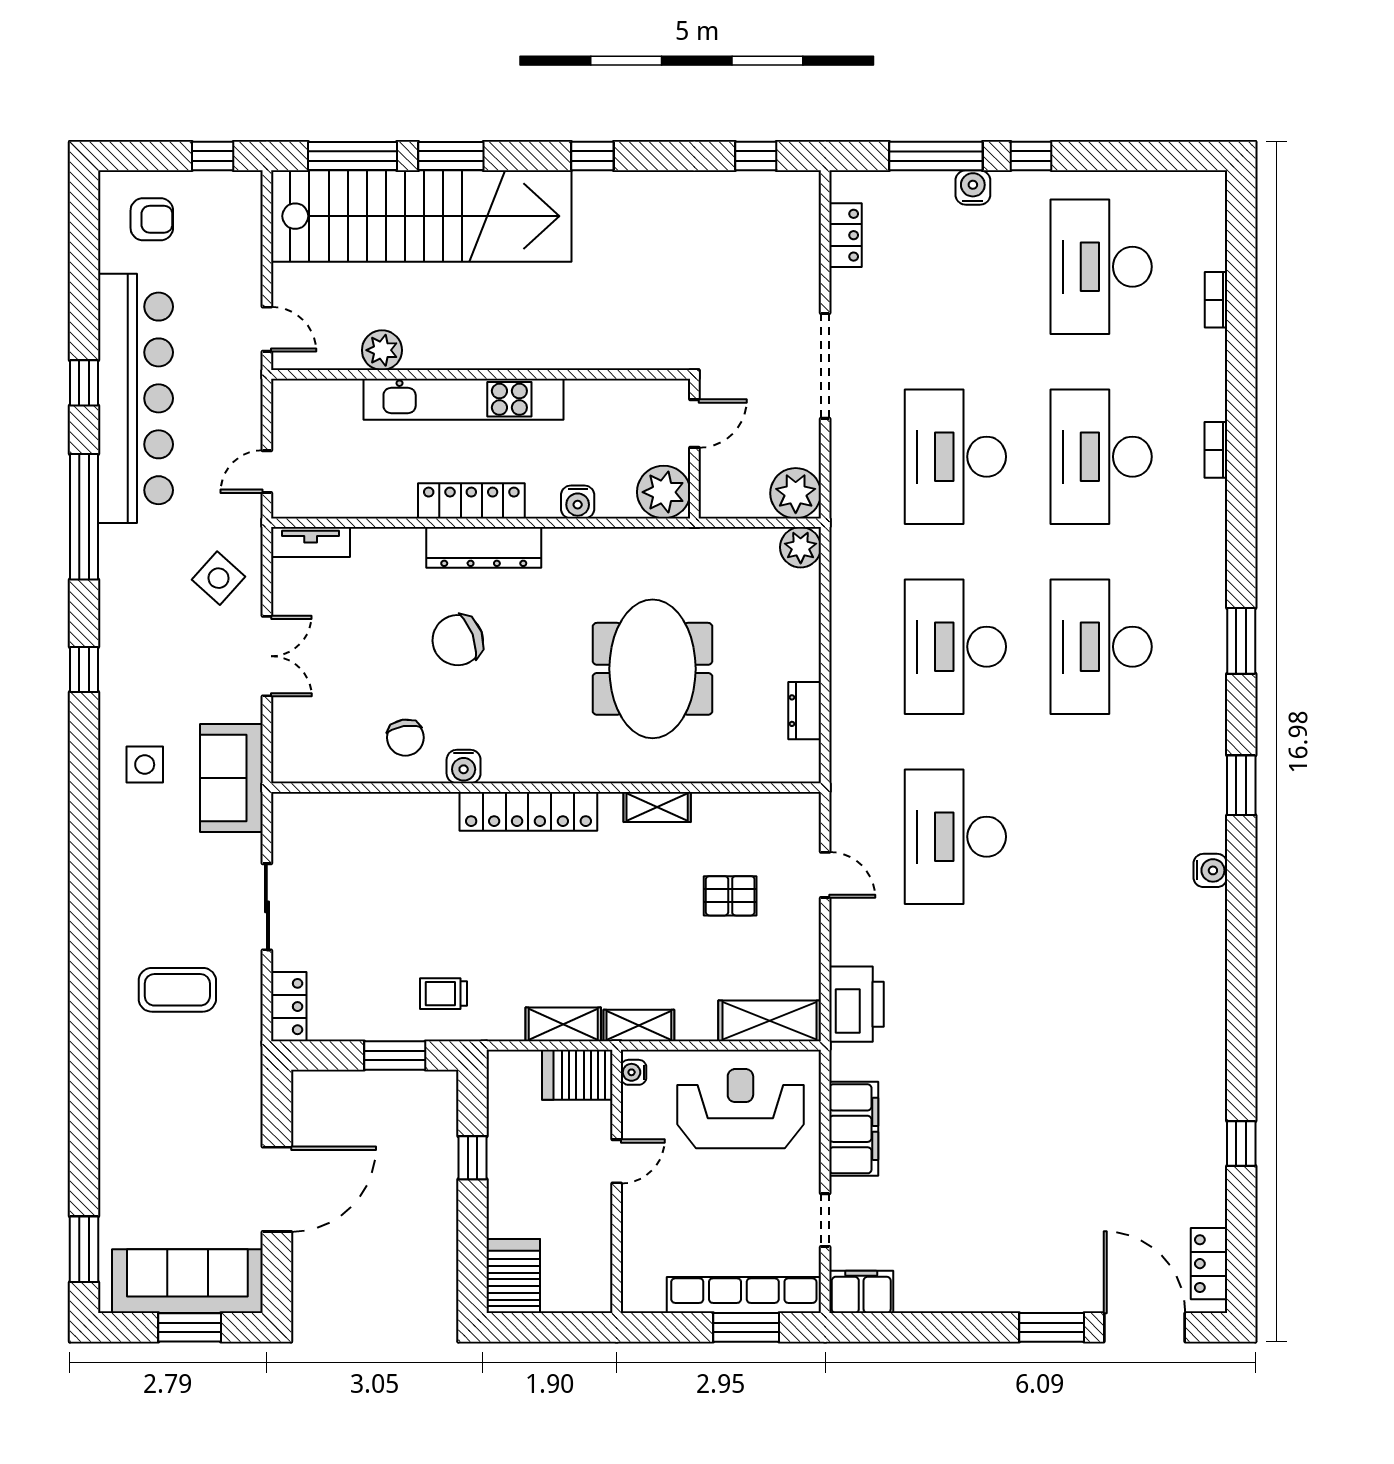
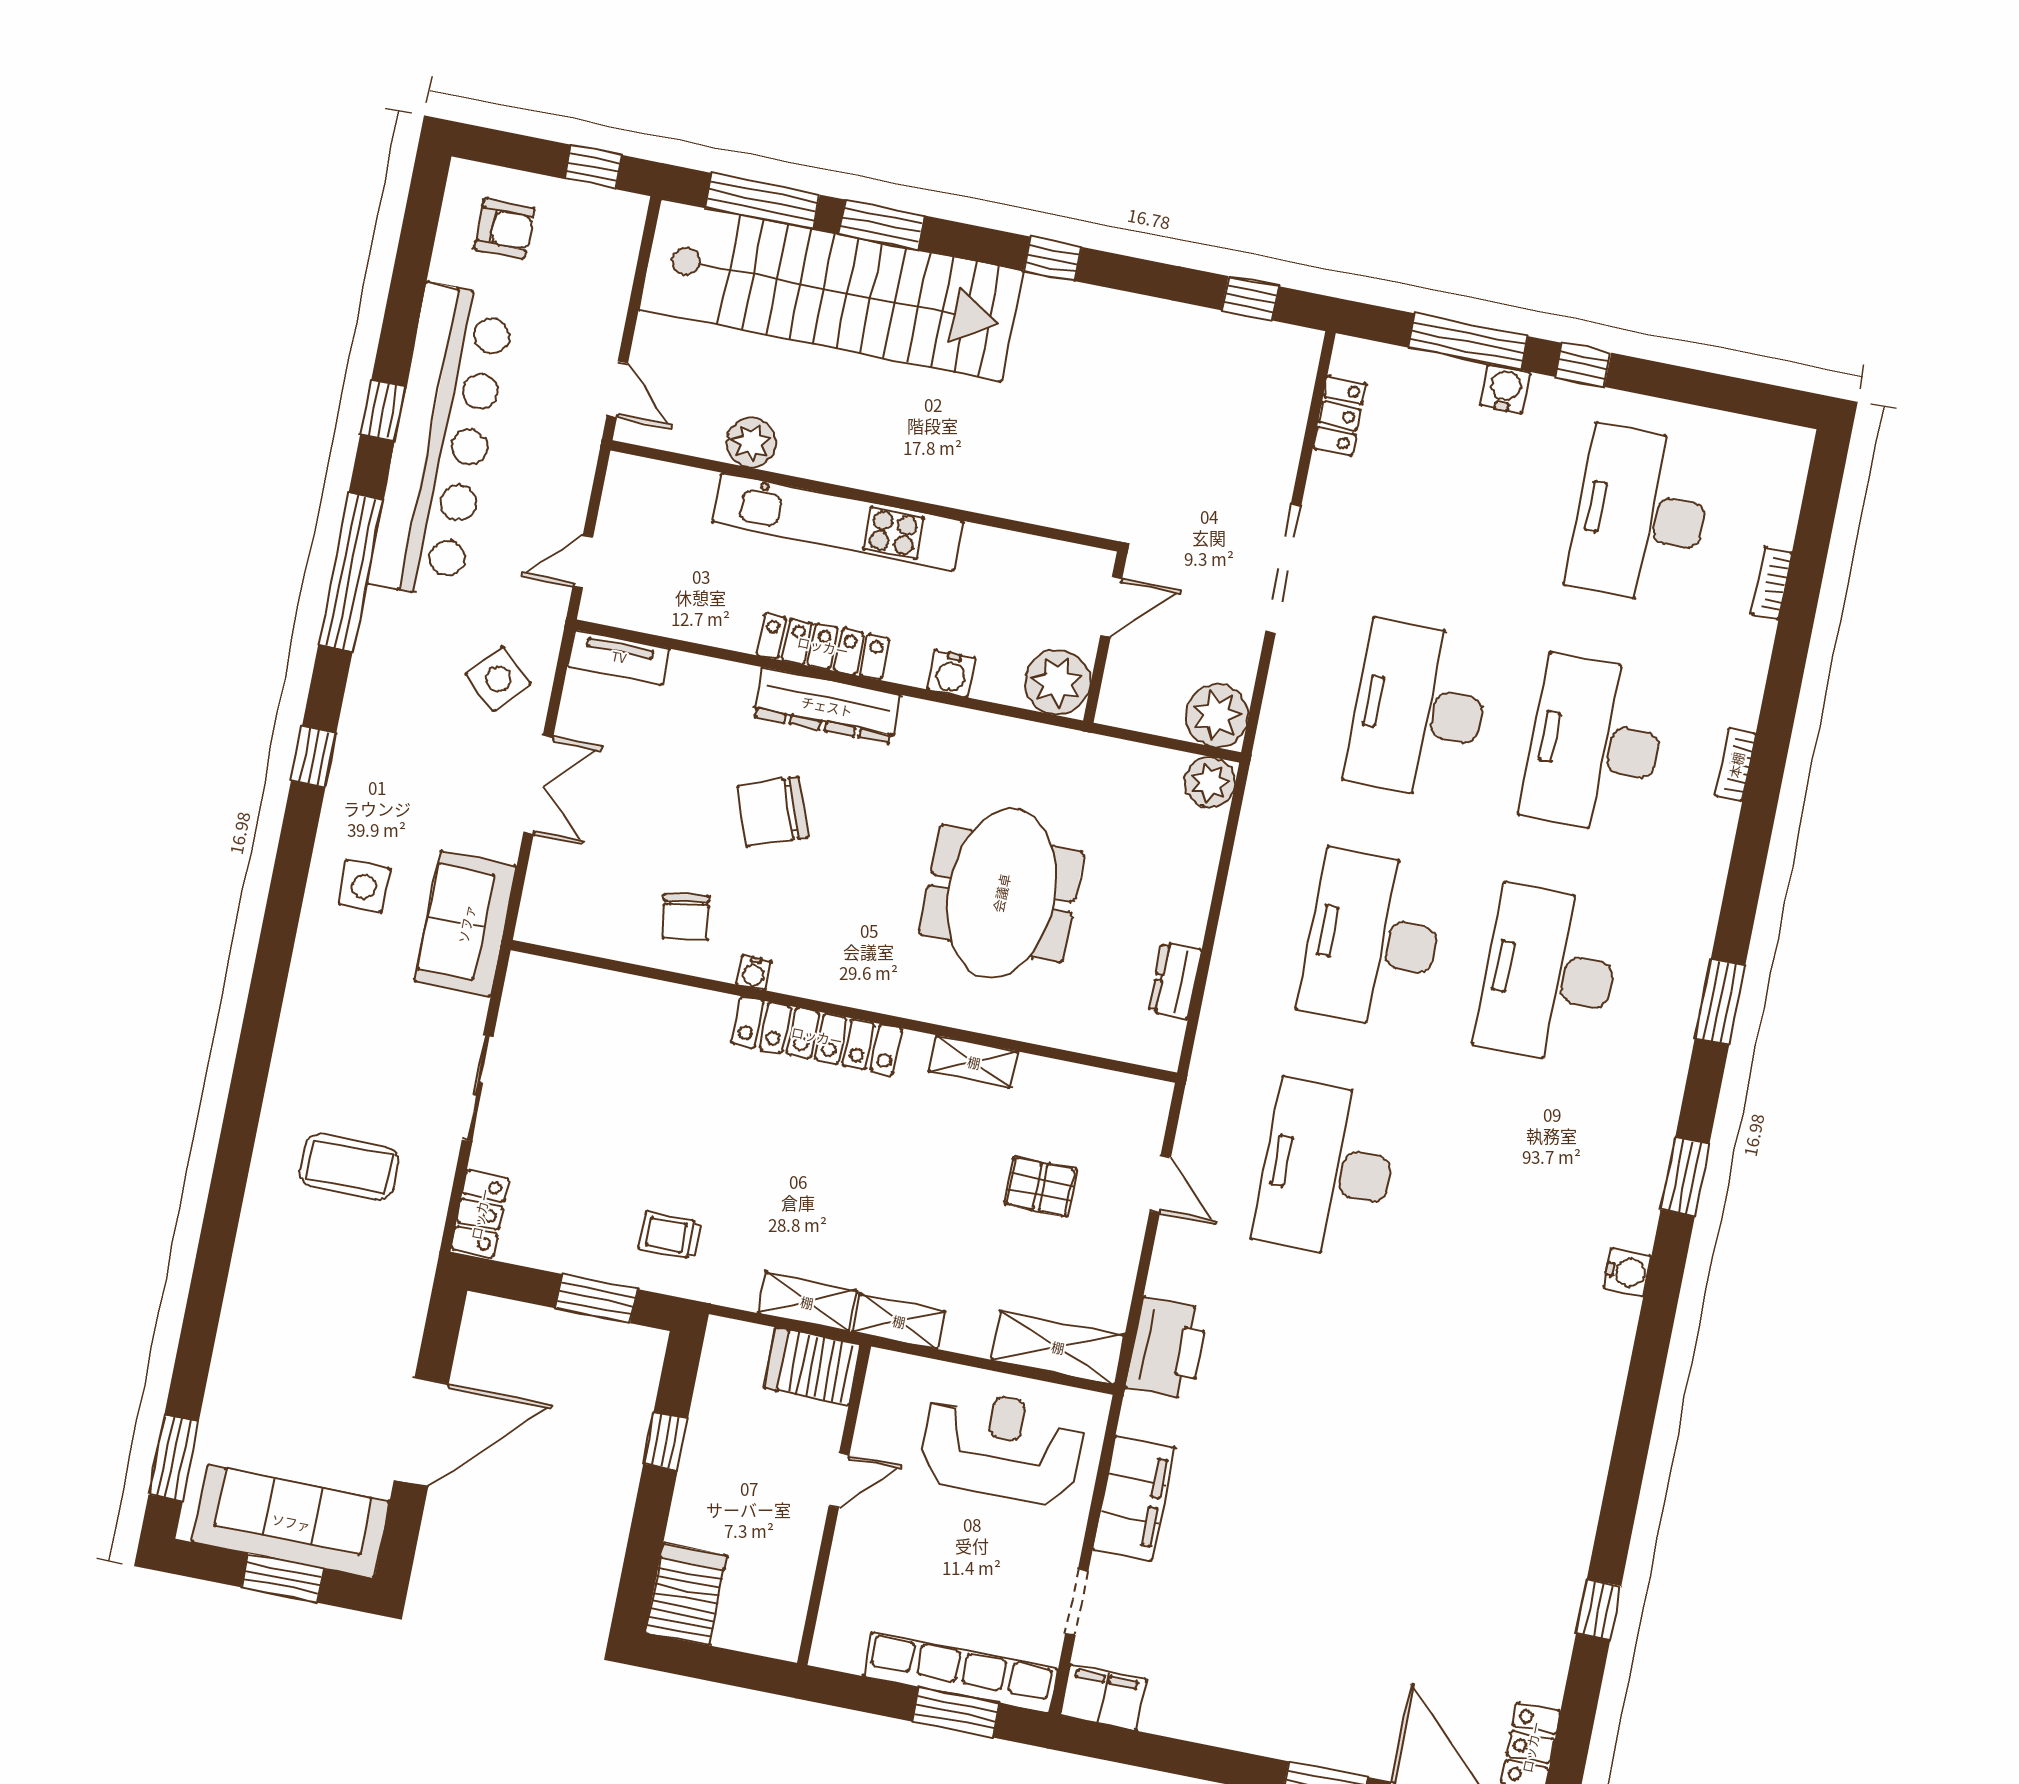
water cooler: (464, 767) -> (754, 973), width x0.72, depth x0.72
water cooler: (634, 1072) -> (881, 1377), removed

